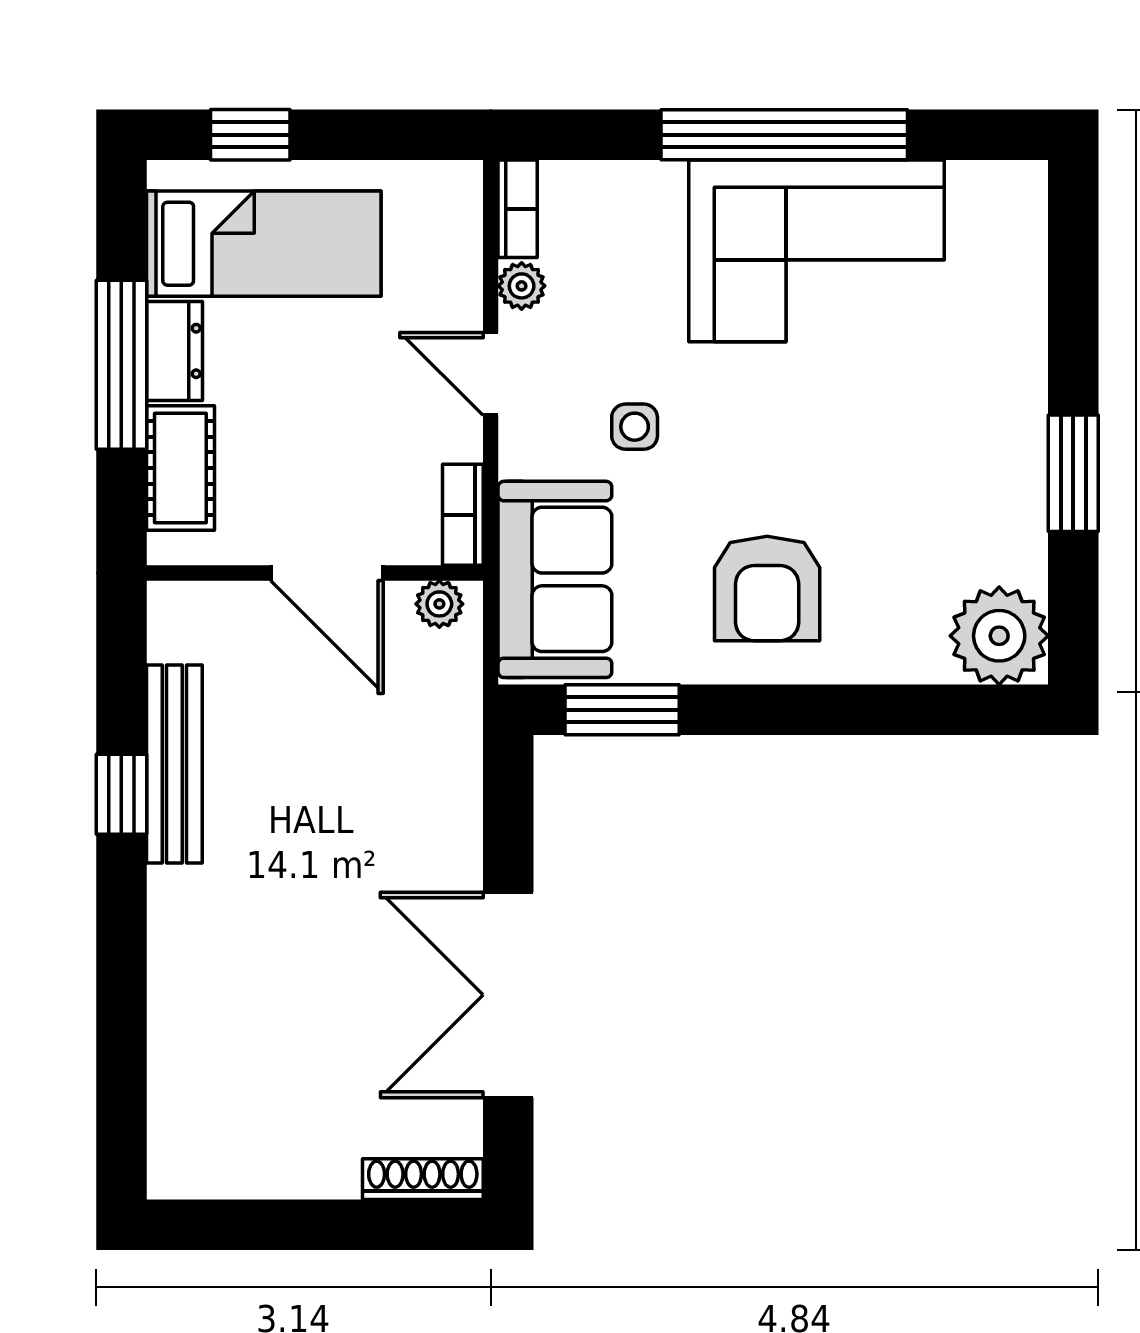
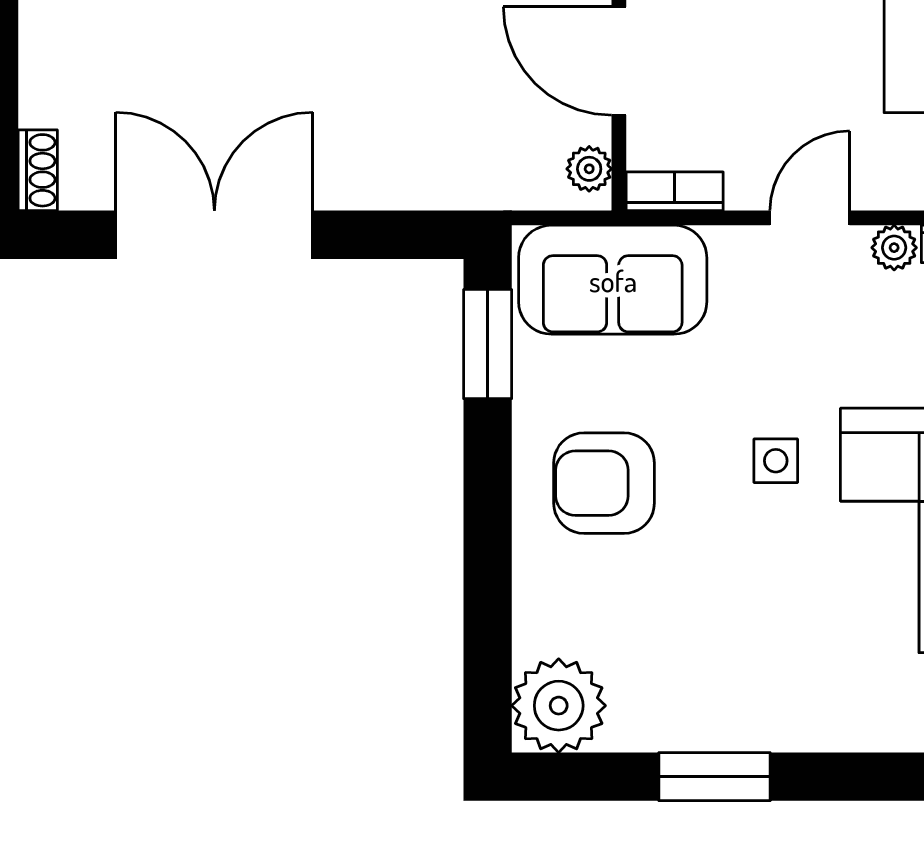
side table: (635, 427) -> (776, 461), moved
door: (327, 573) -> (619, 61), hinge flipped
shoe rack: (423, 1179) -> (38, 170), width x0.70

